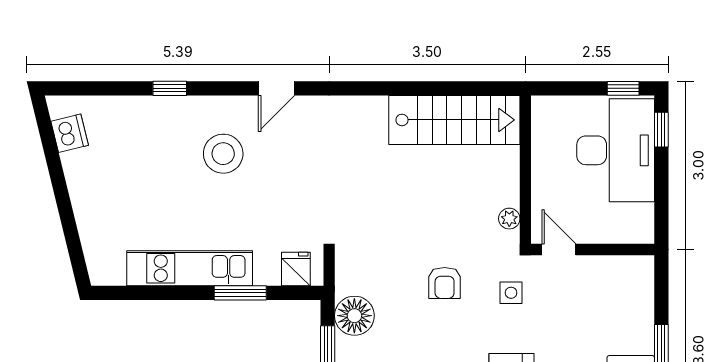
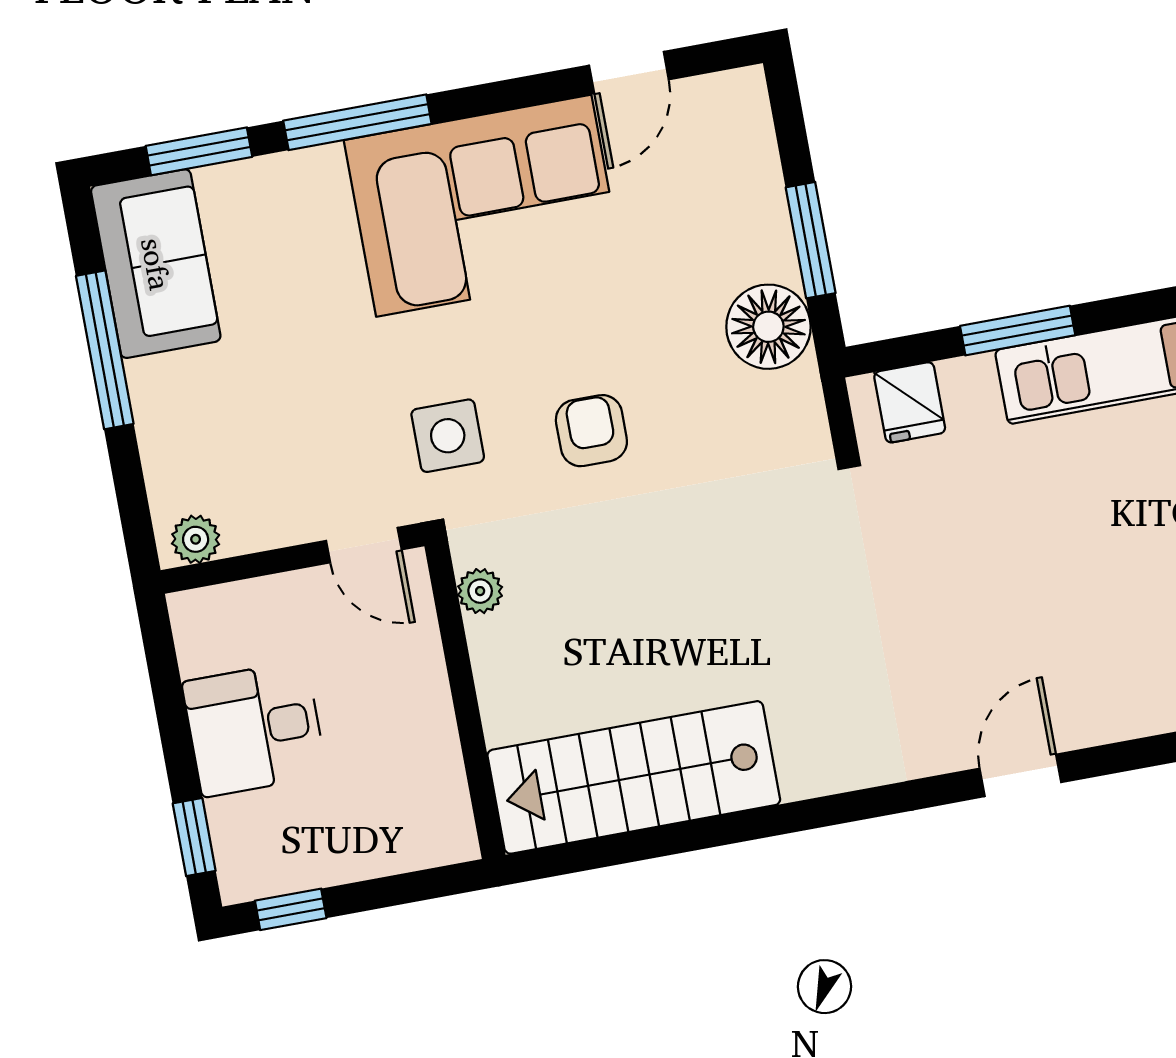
desk: (616, 150) -> (254, 729), width x0.53, depth x0.77
stool: (223, 154) -> (1107, 617), removed
plant: (636, 266) -> (196, 539), added
side table: (511, 293) -> (448, 436), width x1.37, depth x1.37

